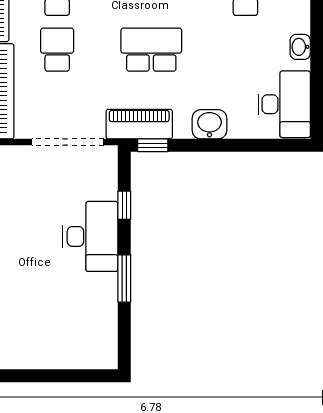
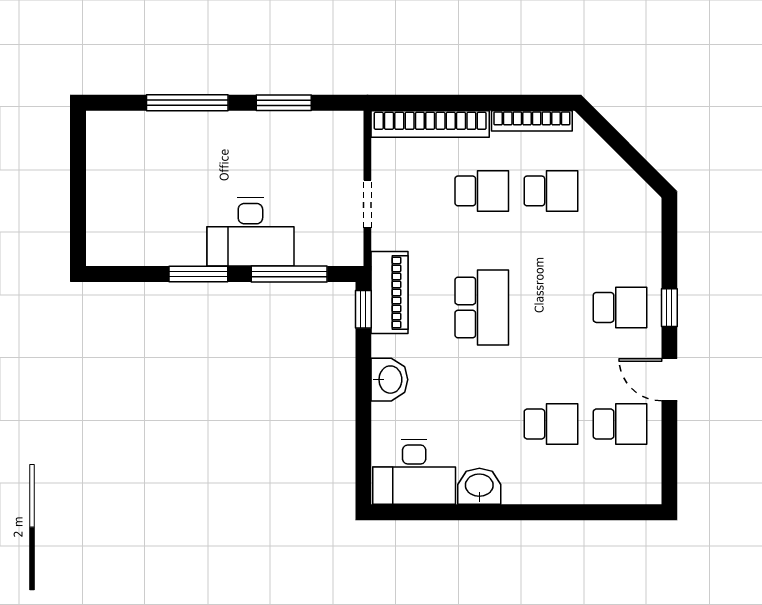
washbasin: (300, 47) -> (479, 486), width x1.38, depth x1.45
doorway: (68, 142) -> (367, 204), width x0.53
window: (124, 205) -> (289, 274), width x2.17

